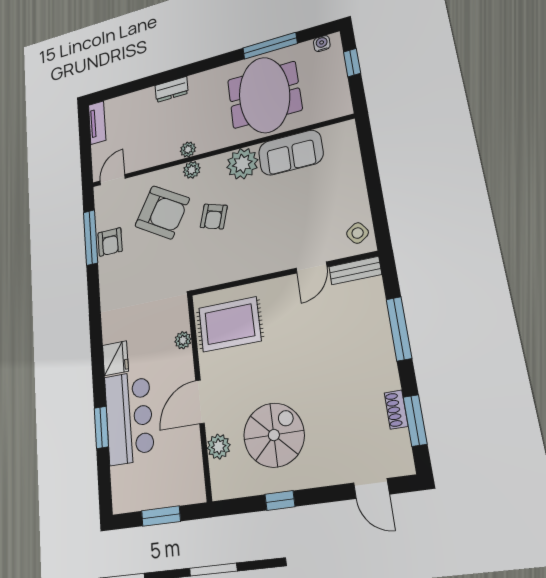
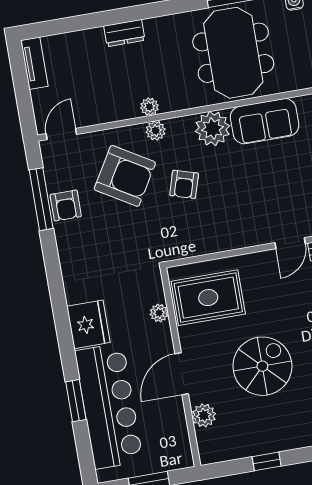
fridge: (115, 358) -> (88, 324), width x1.36, depth x1.34
bar counter: (129, 417) -> (109, 406), width x1.36
spiral stairs: (274, 435) -> (262, 366), moved

